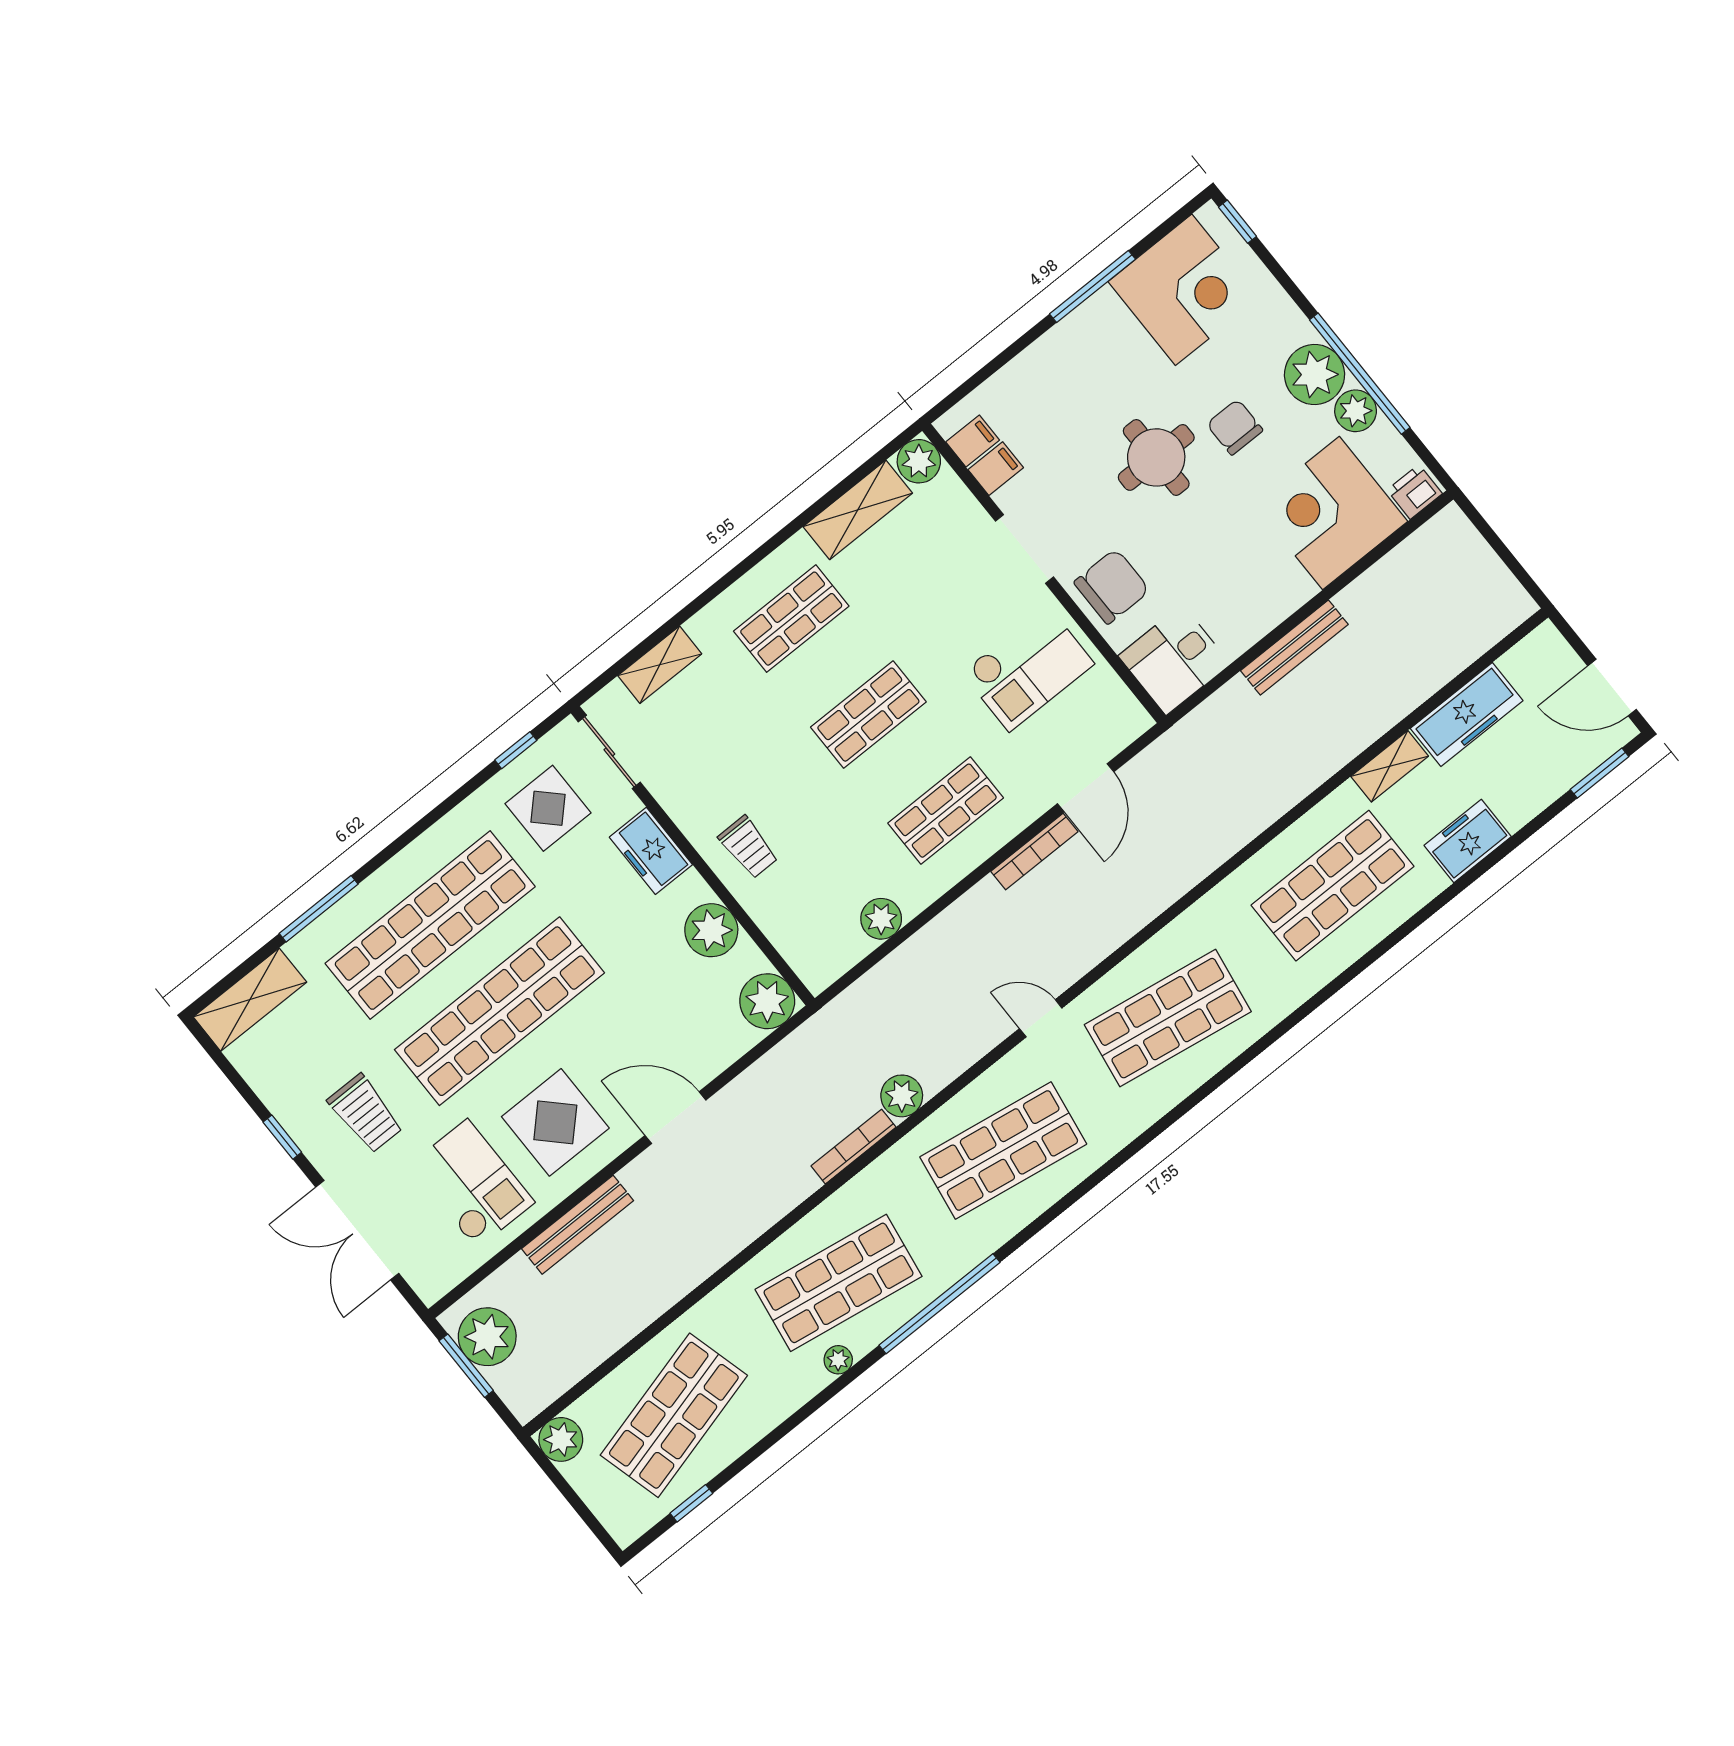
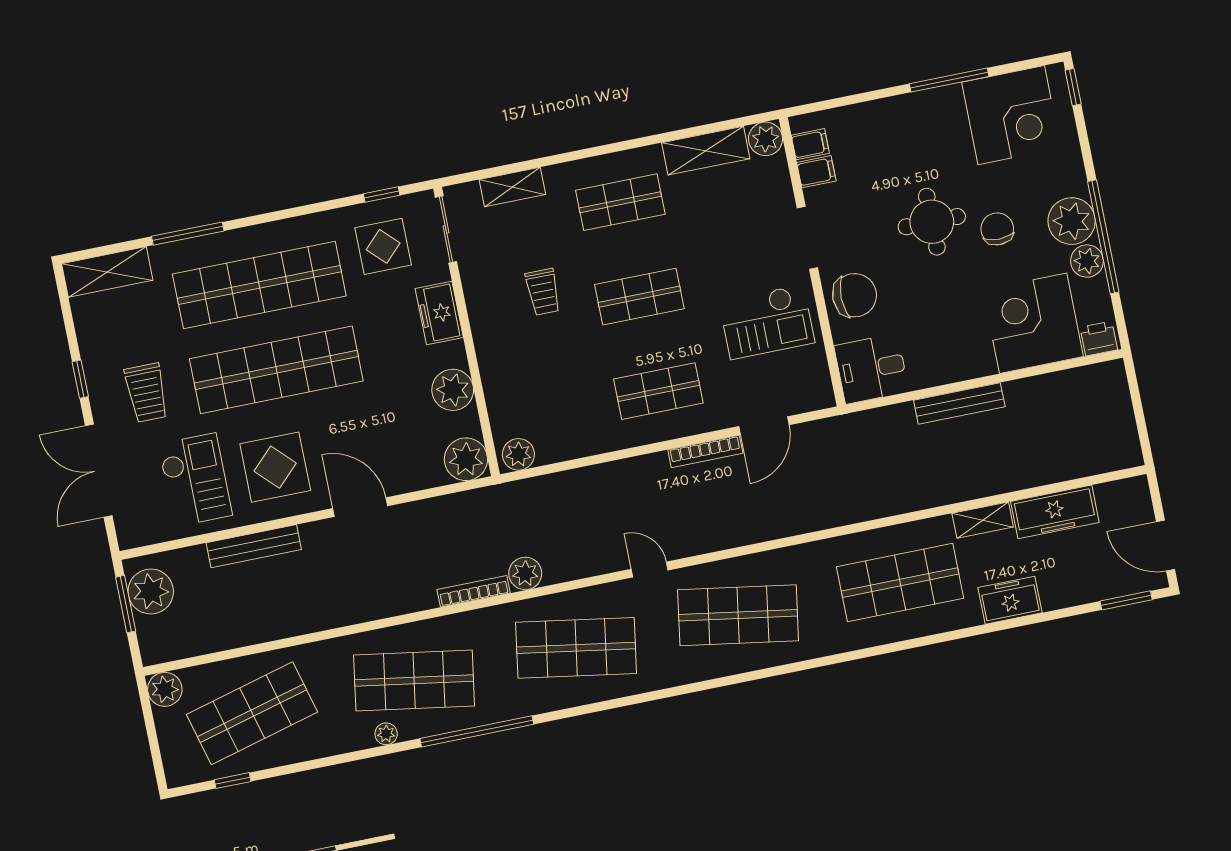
trolley: (748, 847) -> (543, 292), moved
plant: (881, 919) -> (518, 454), moved

